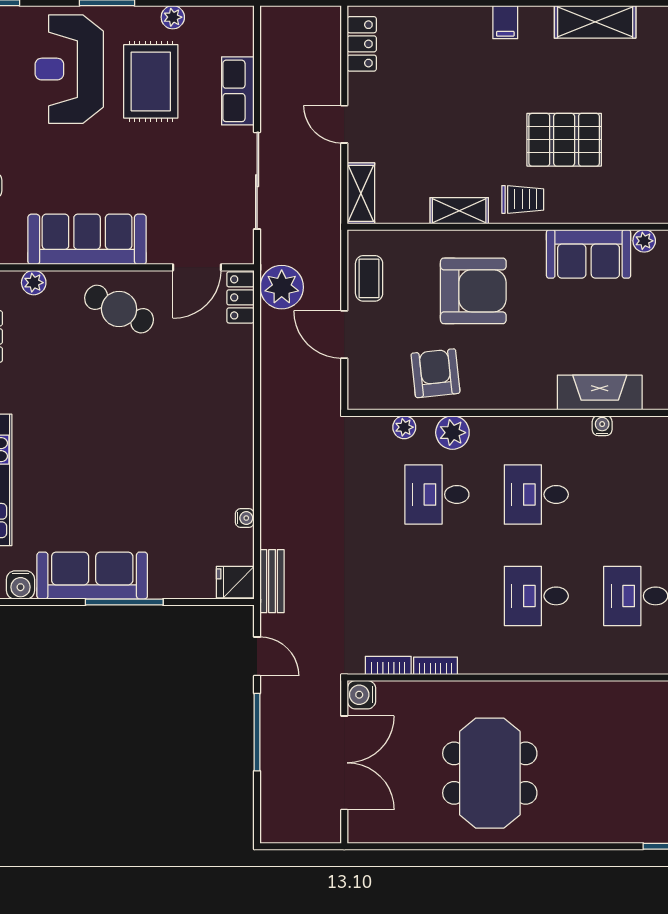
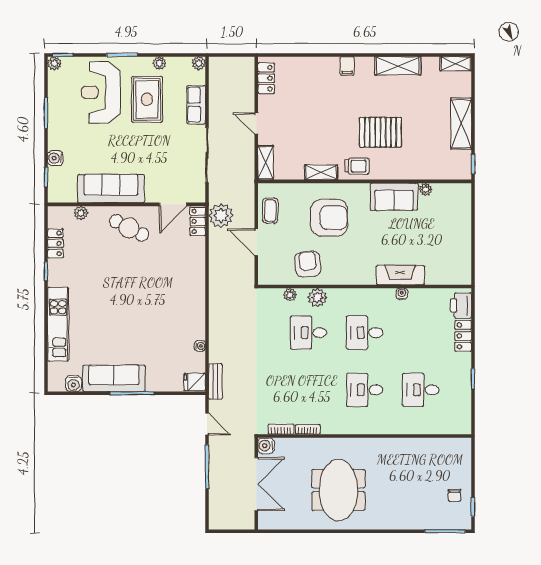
plant: (242, 17) -> (199, 63), added

